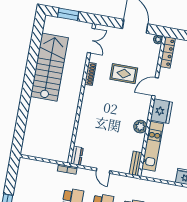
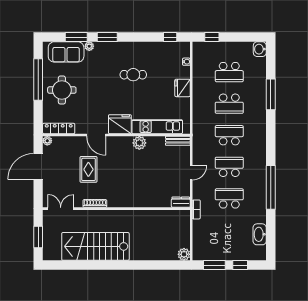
plant: (27, 150) -> (184, 254), added
window: (11, 177) -> (214, 265), added

